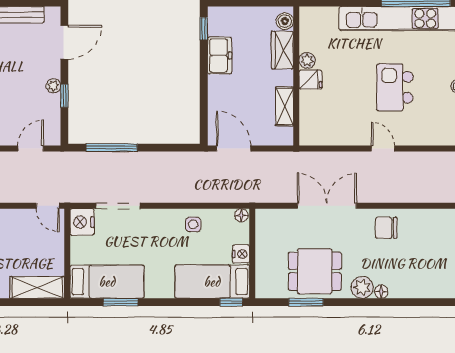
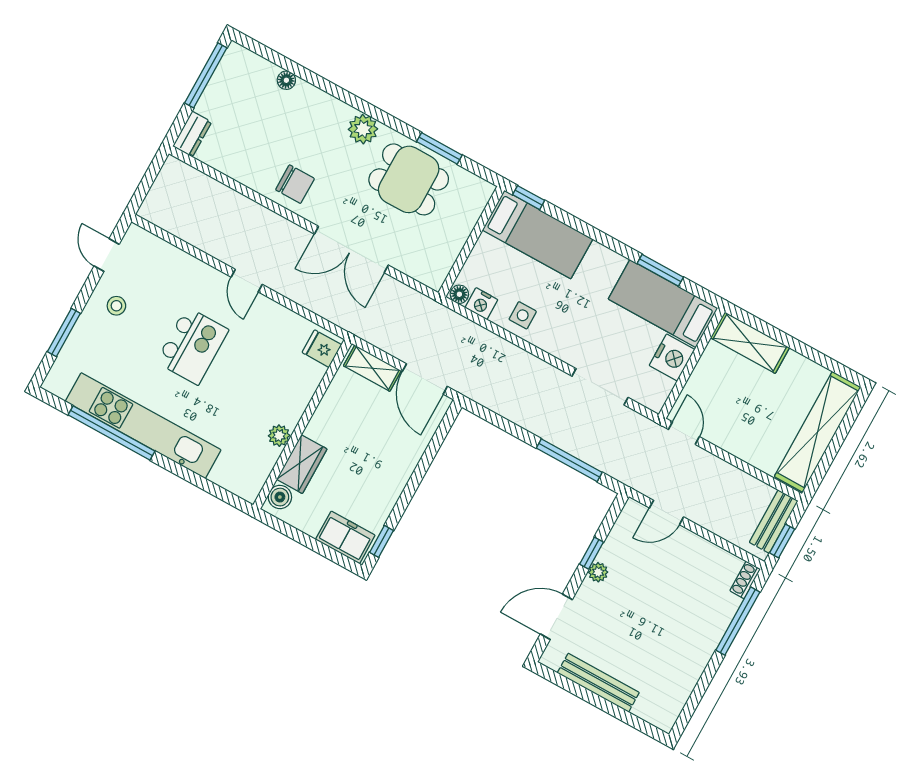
freezer: (220, 56) -> (345, 537), moved, turned 90
fridge: (311, 80) -> (322, 349), moved
shelving: (285, 106) -> (372, 368), moved, turned 90
nightstand: (82, 222) -> (672, 357), moved
nightstand: (241, 254) -> (481, 304), moved, turned -90
floor lamp: (381, 292) -> (286, 80), moved

